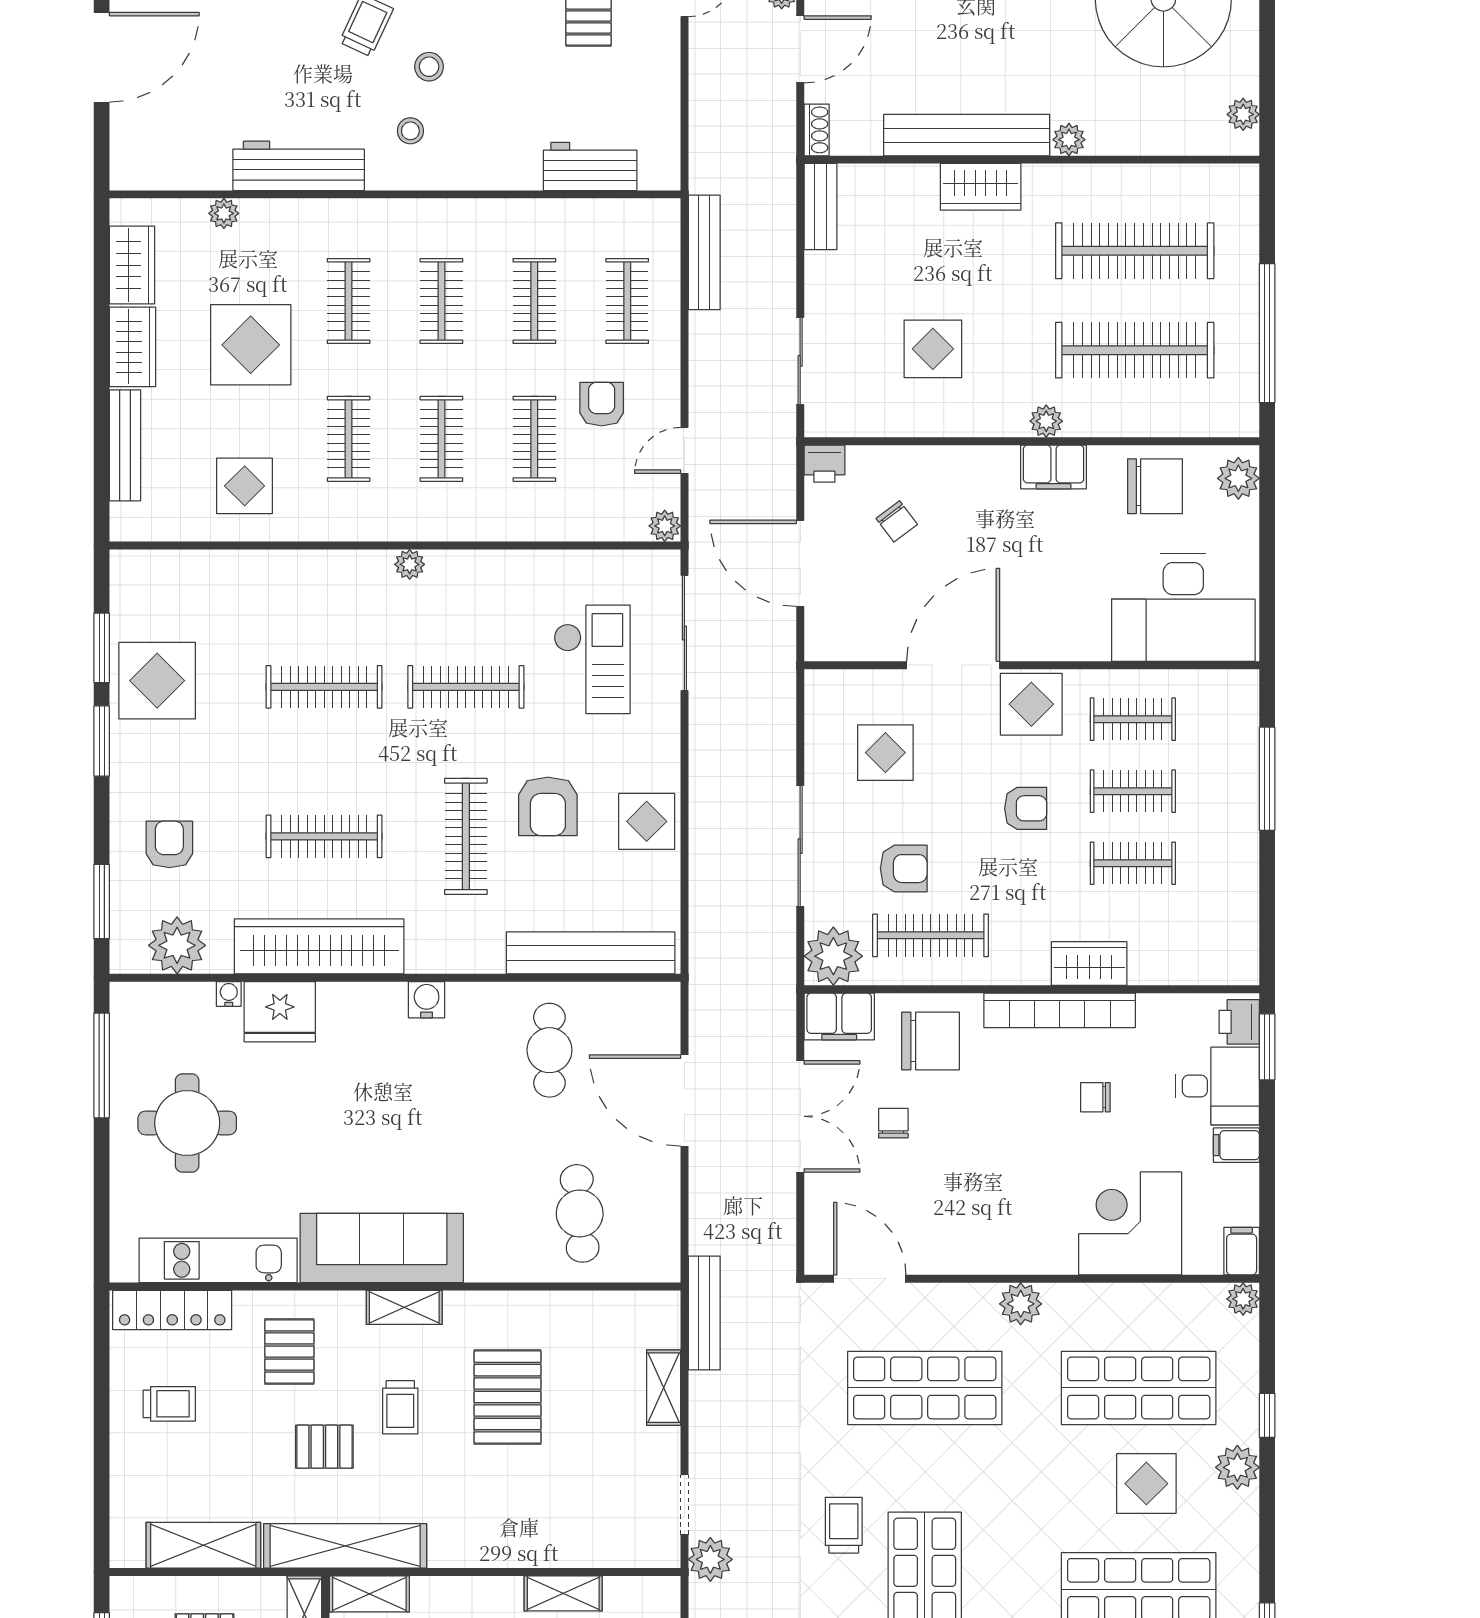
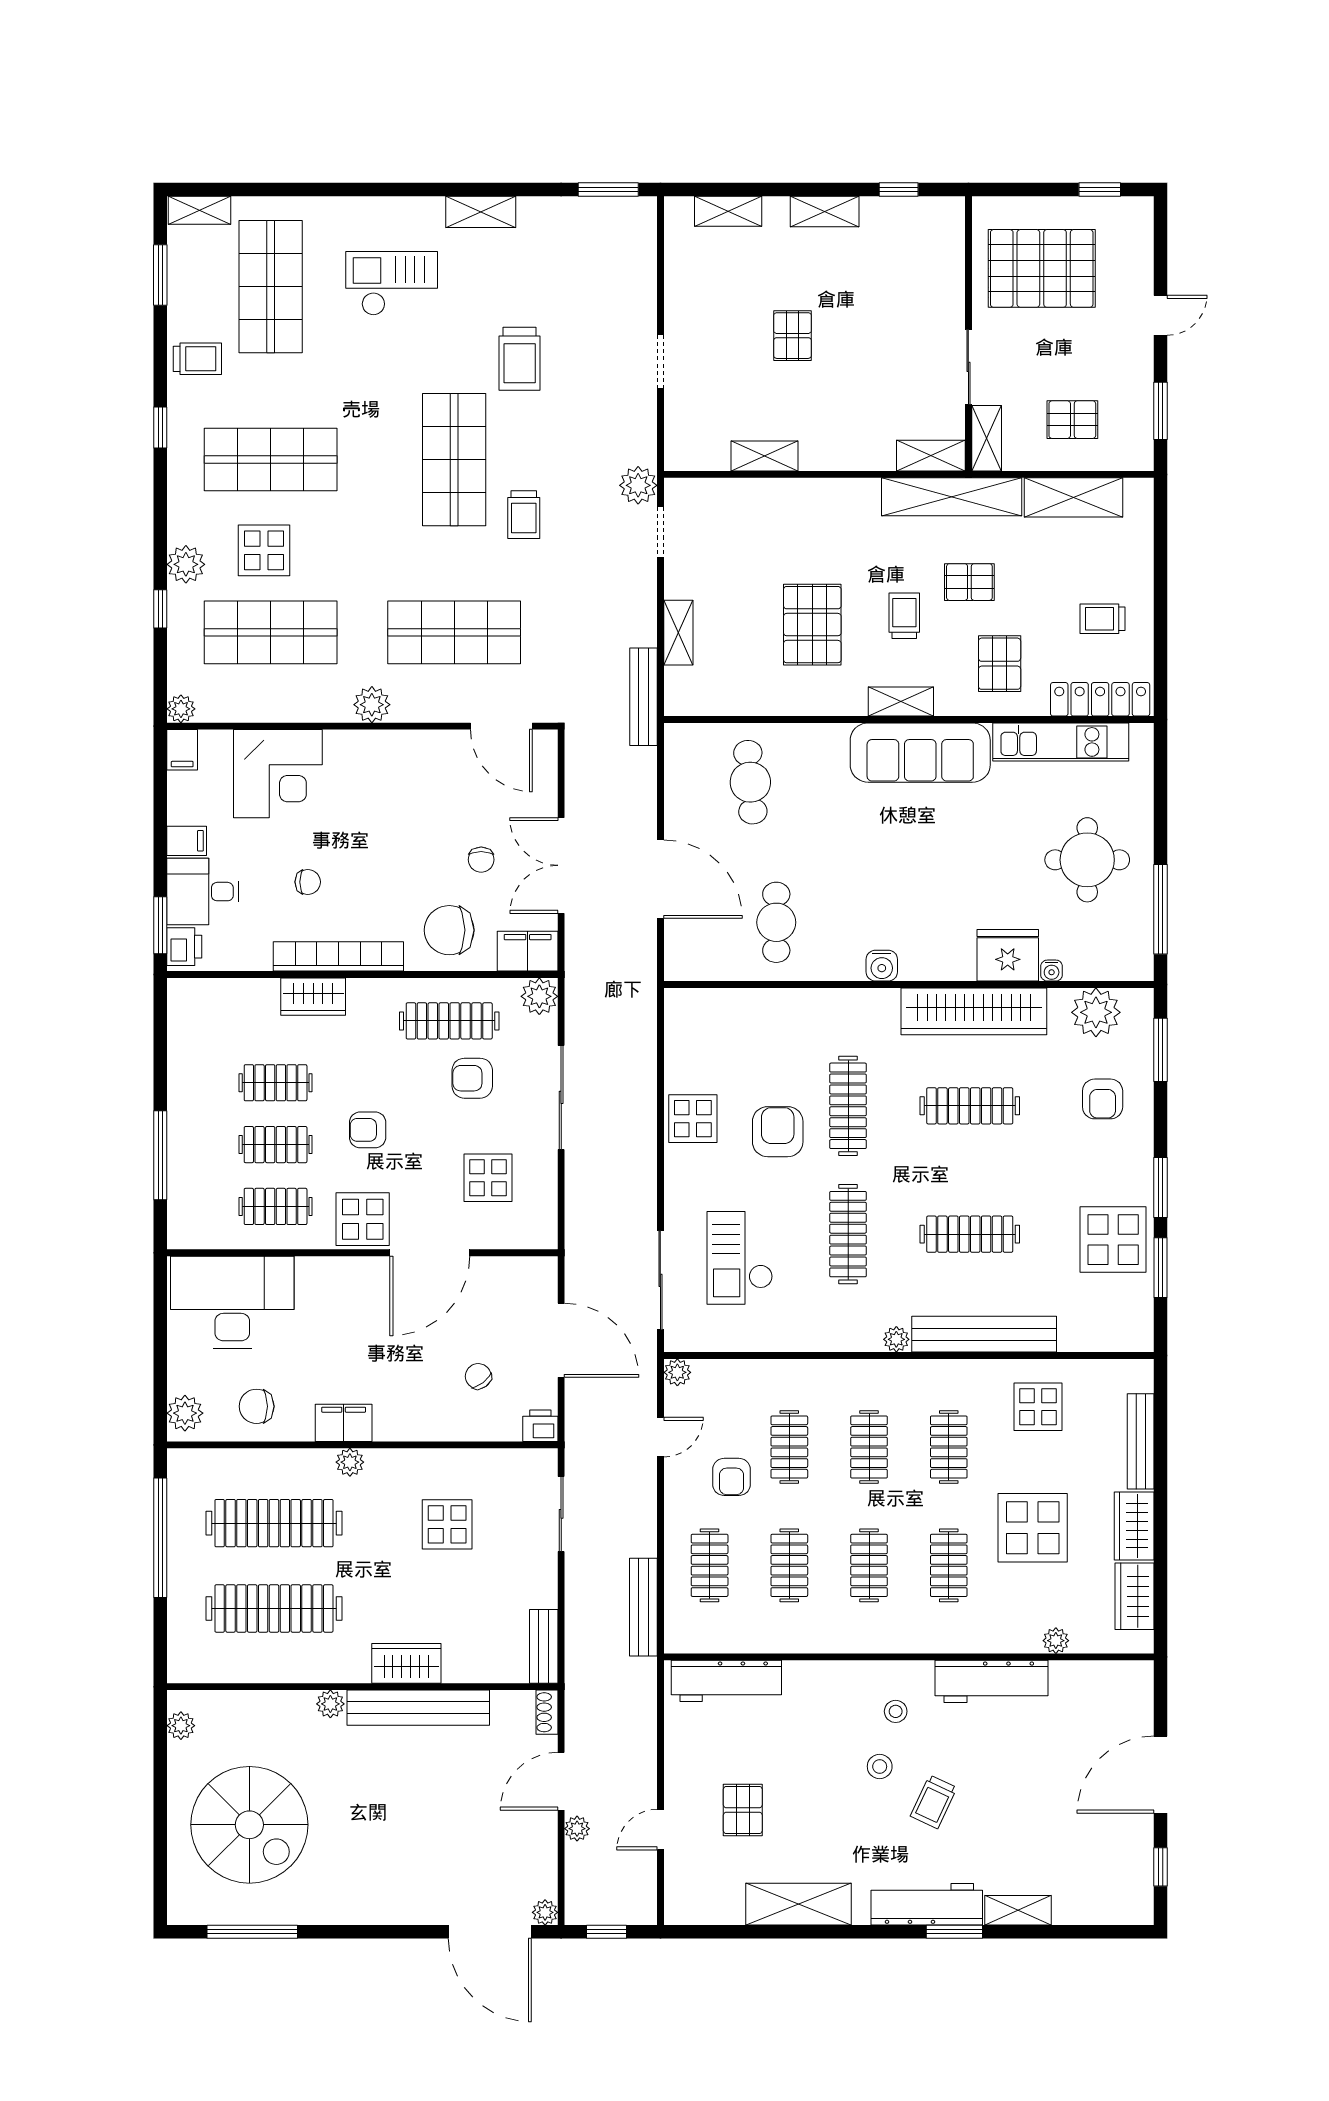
workbench: (590, 166) -> (726, 1681), width x1.37
chair: (1155, 486) -> (257, 1406), width x0.73, depth x0.73
clothes rail: (466, 687) -> (848, 1234), turned 90
bench: (591, 953) -> (984, 1334), moved
plant: (833, 956) -> (539, 996), width x0.73, depth x0.73

